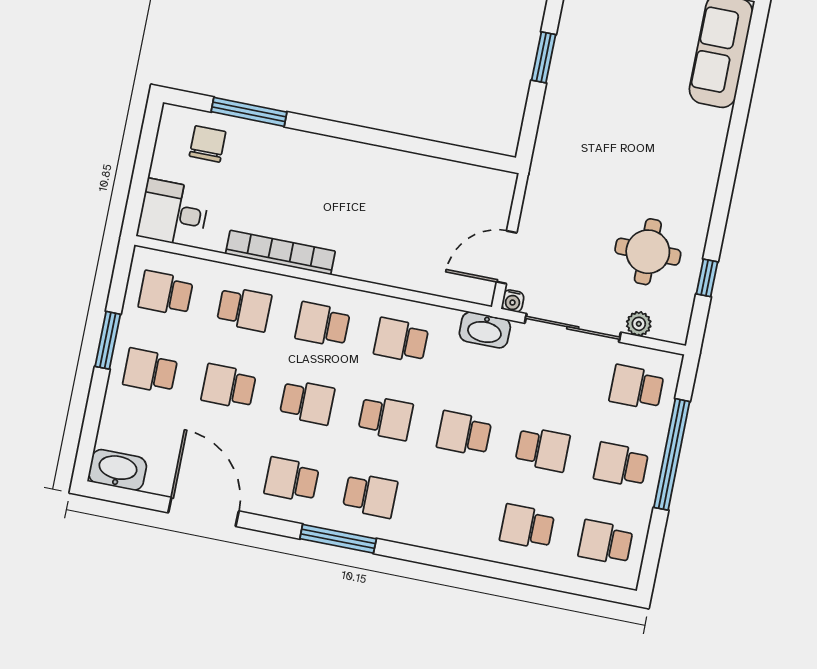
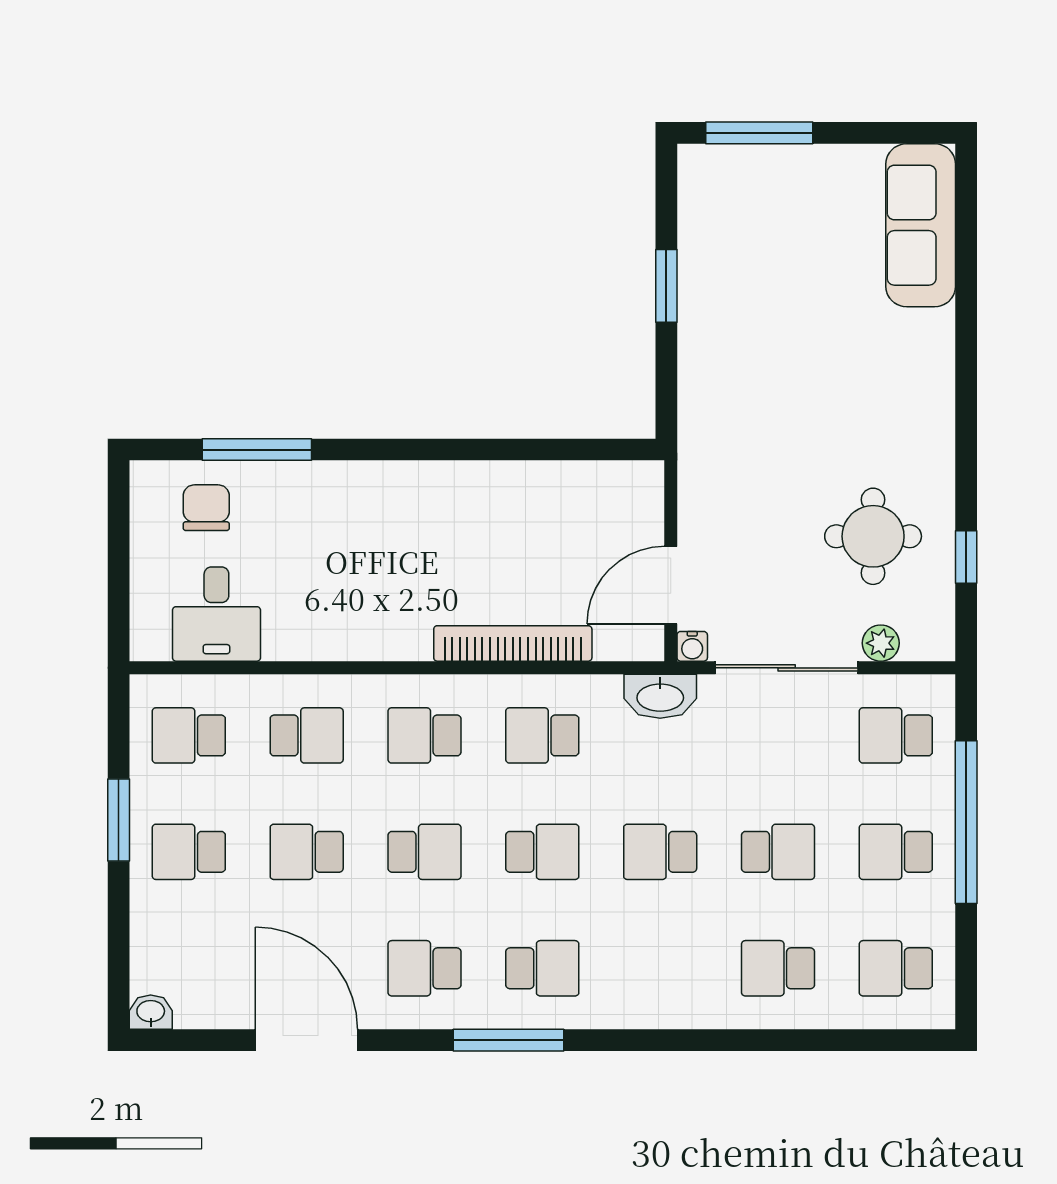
desk: (173, 213) -> (216, 614), moved, turned -90
bookcase: (280, 252) -> (513, 643), moved
washbasin: (118, 470) -> (151, 1012), width x0.52, depth x0.69

